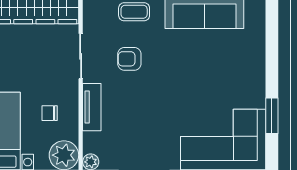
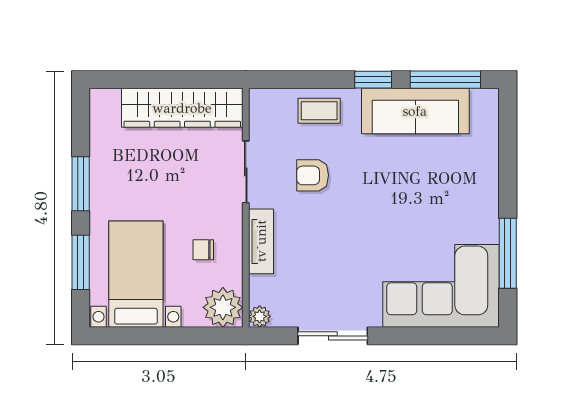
window: (272, 116) -> (508, 253), width x1.44

